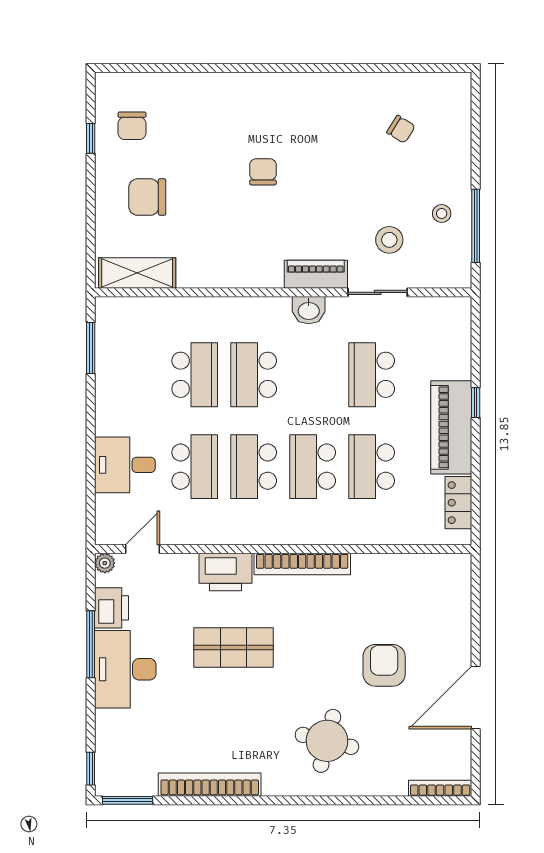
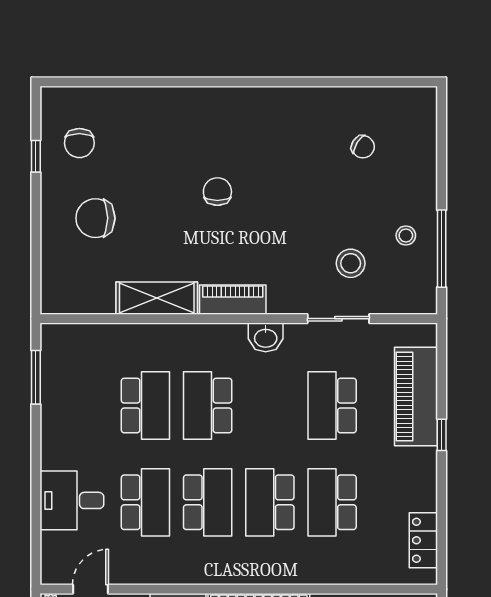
shelving: (137, 273) -> (157, 298), moved
piano: (316, 274) -> (233, 300), moved
piano: (451, 427) -> (416, 397), moved
school desk: (254, 467) -> (208, 502), turned 180

